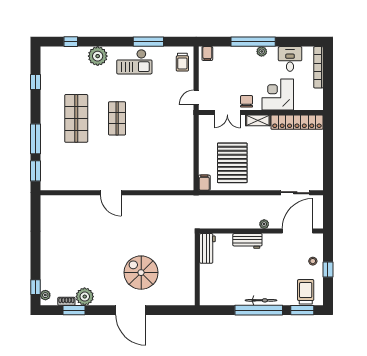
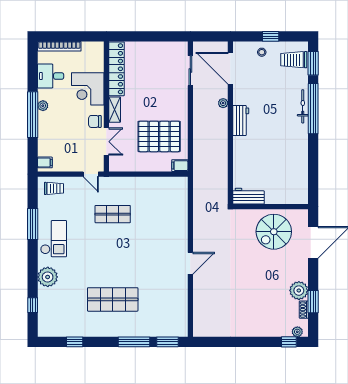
shop shelf: (117, 118) -> (113, 214), moved
workbench: (207, 248) -> (248, 196), moved
wall: (197, 269) -> (270, 207), moved

